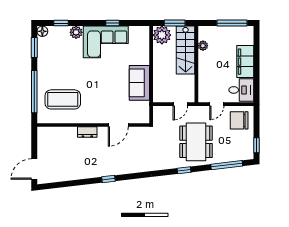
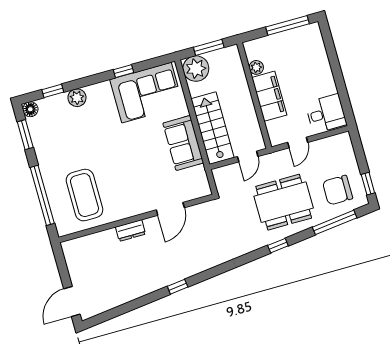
corner sofa: (106, 42) -> (146, 93), moved
stairs: (186, 50) -> (213, 128), moved, turned 180
filing cabinet: (245, 62) -> (269, 96), moved, turned 180
coffee table: (63, 99) -> (84, 195), turned 90
chair: (239, 120) -> (338, 190), moved
dining table: (196, 142) -> (284, 202), turned 90

